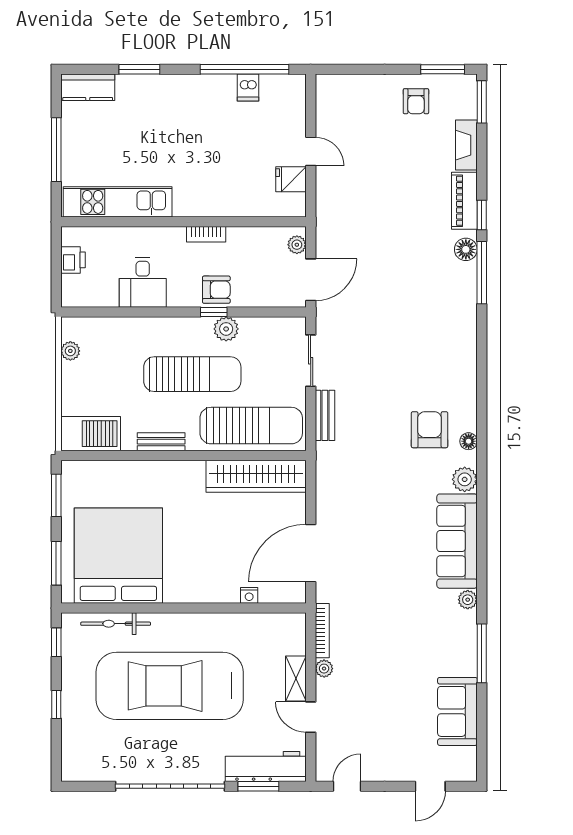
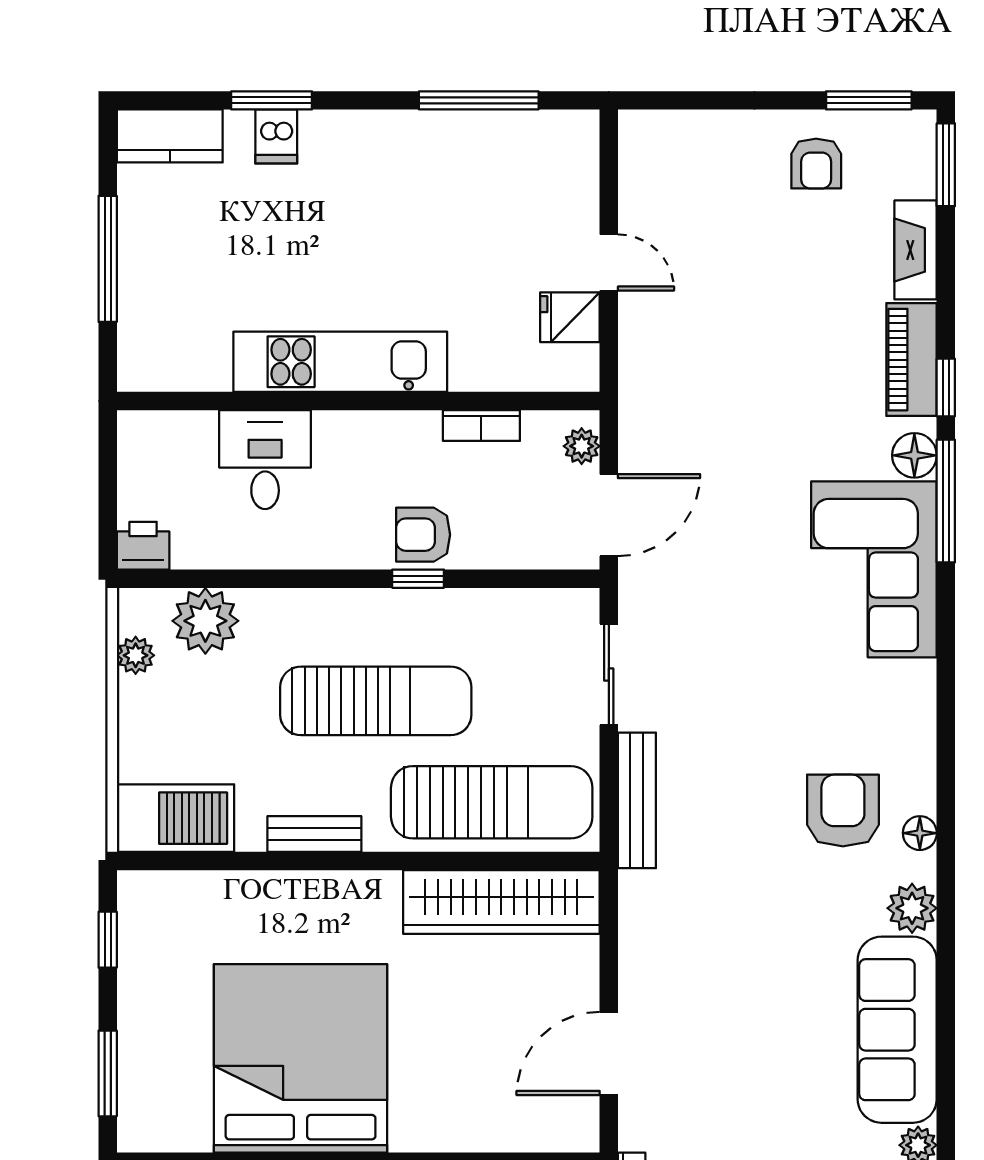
window: (245, 69) -> (479, 100), width x0.68
dishwasher: (248, 87) -> (276, 136), moved
kitchen unit: (118, 202) -> (340, 362), moved
bookcase: (206, 234) -> (481, 426), moved
printer: (73, 260) -> (143, 546), moved, turned -90
desk: (143, 282) -> (265, 460), moved, turned 180
armchair: (216, 290) -> (423, 535), turned 180
corner sofa: (445, 307) -> (874, 569), added
plant: (226, 329) -> (205, 621), moved, width x1.36, depth x1.36
bench: (325, 415) -> (637, 800), width x1.36
window: (56, 495) -> (108, 940), width x0.67
door: (311, 553) -> (609, 1054), width x0.73
bed: (118, 556) -> (301, 1058), moved
nightstand: (249, 595) -> (488, 1137), removed

